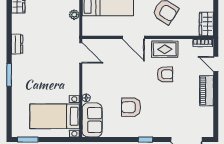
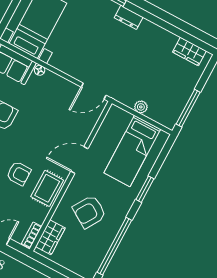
wardrobe: (206, 24) -> (50, 237), moved, turned 90
dresser: (17, 44) -> (129, 17), moved
armchair: (165, 74) -> (19, 173), turned -90

